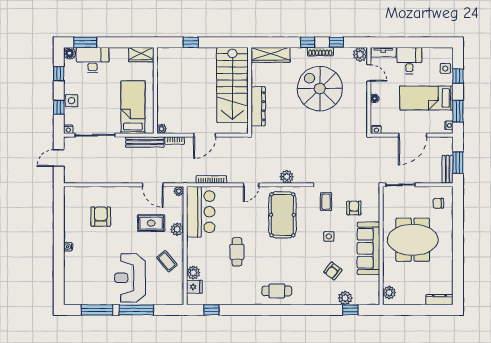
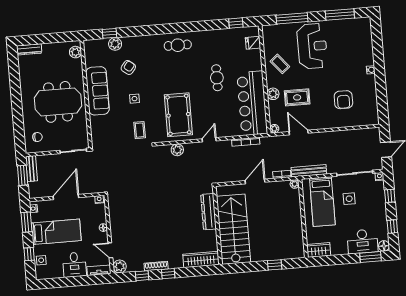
spiral stairs: (320, 89) -> (154, 232), removed
side table: (72, 101) -> (349, 199), moved
armchair: (354, 208) -> (114, 126), removed
bar counter: (201, 212) -> (252, 103), width x1.36
plant: (193, 273) -> (255, 56), removed
window: (136, 310) -> (292, 18), moved

